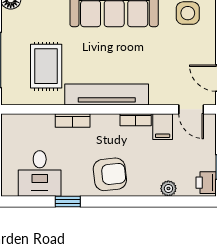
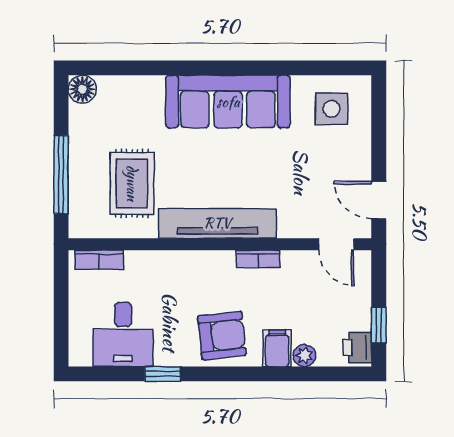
bookcase: (73, 120) -> (99, 260), moved
filing cabinet: (163, 127) -> (277, 348), moved, turned 180

